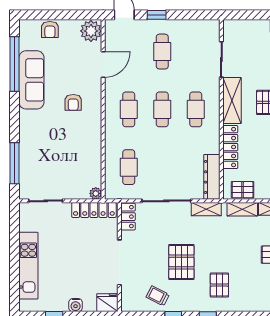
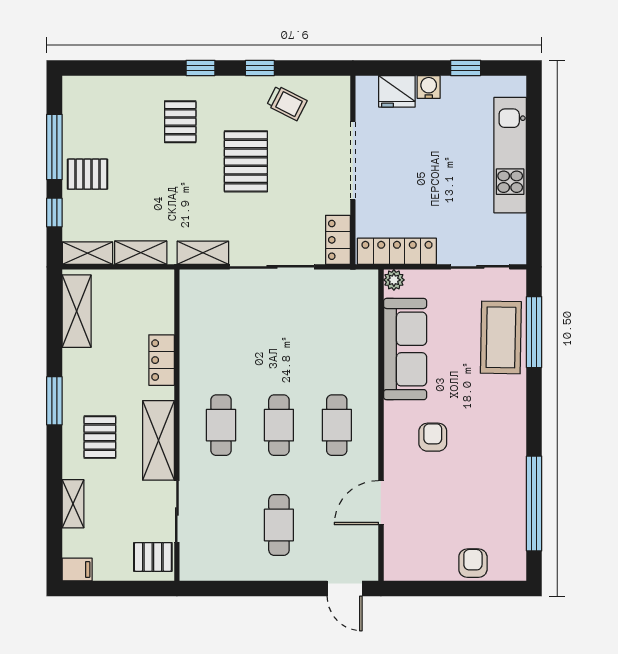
window: (157, 15) -> (288, 588), removed
plant: (91, 31) -> (402, 561), removed
sofa: (31, 80) -> (405, 349), moved, turned 180
locker: (230, 147) -> (162, 360), width x0.66
coffee table: (34, 160) -> (501, 337), added
cafe table: (129, 167) -> (337, 325), removed
dresser: (212, 177) -> (193, 308), removed
pallet: (243, 190) -> (153, 557), moved
fridge: (107, 303) -> (397, 91), moved

